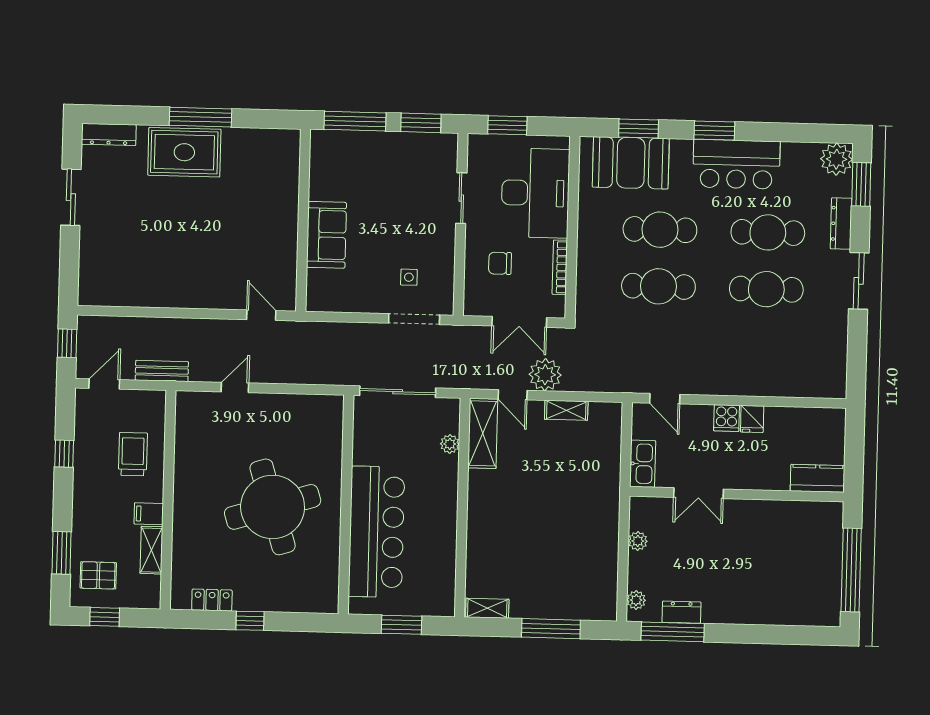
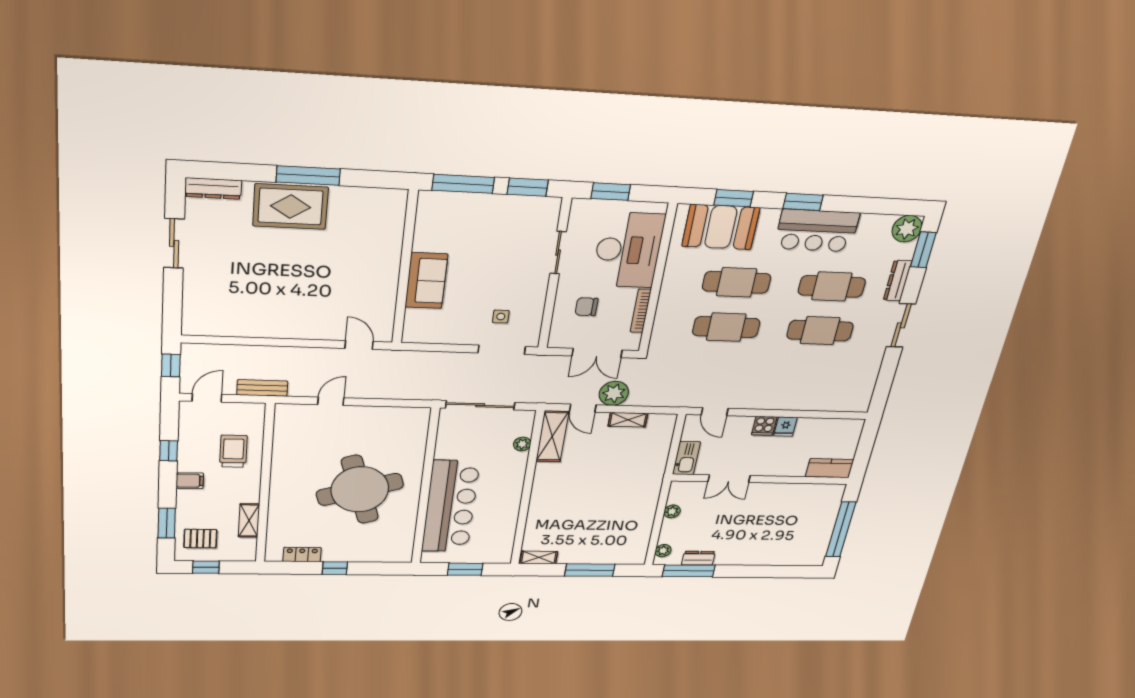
filing cabinet: (149, 514) -> (190, 481), moved, turned 180

